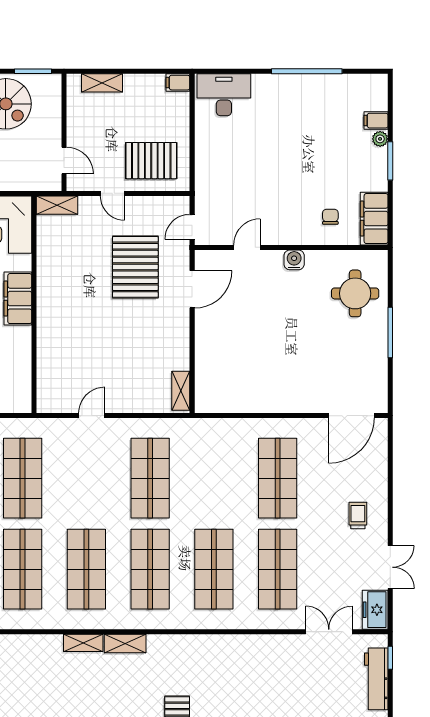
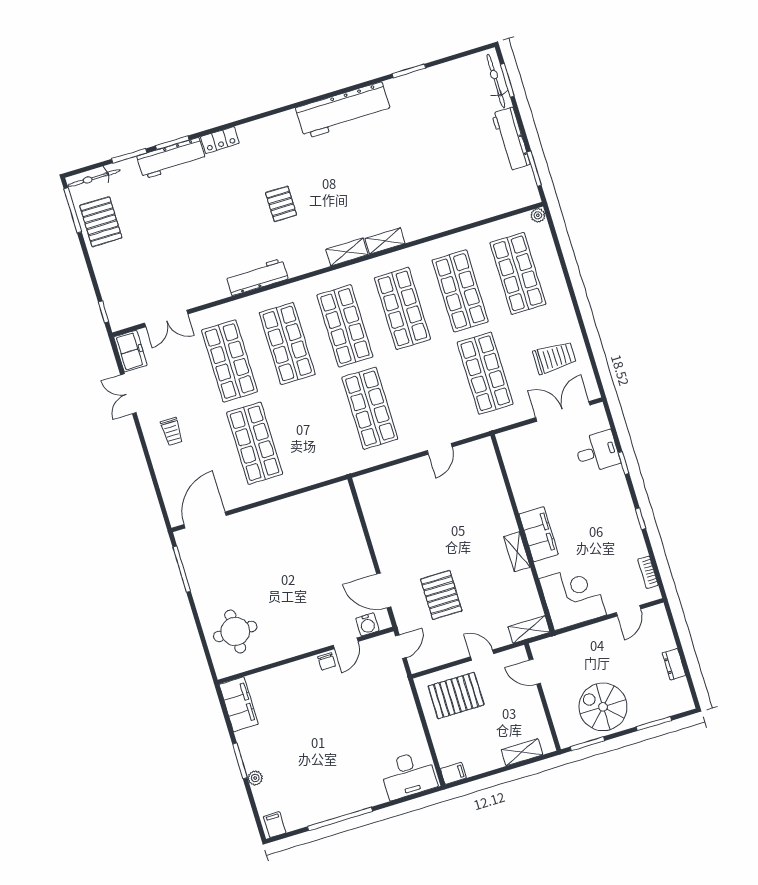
filing cabinet: (376, 121) -> (275, 825), moved, turned -90
chair: (330, 217) -> (327, 661), moved
water cooler: (294, 260) -> (367, 624), moved
pallet: (135, 267) -> (441, 595), width x0.73, depth x0.71
door: (192, 289) -> (384, 590), hinge flipped
window: (390, 332) -> (182, 569), moved
shelving: (181, 391) -> (517, 552), moved
workbench: (376, 679) -> (257, 277), moved, turned -90

